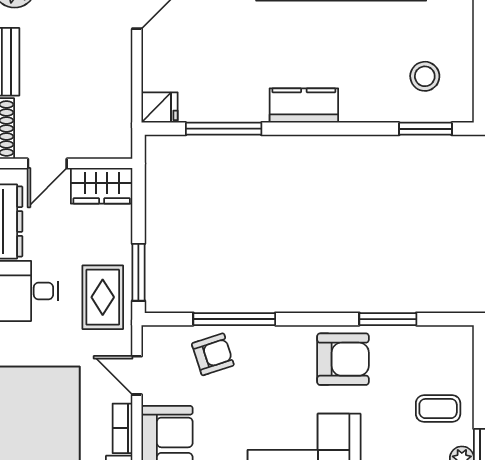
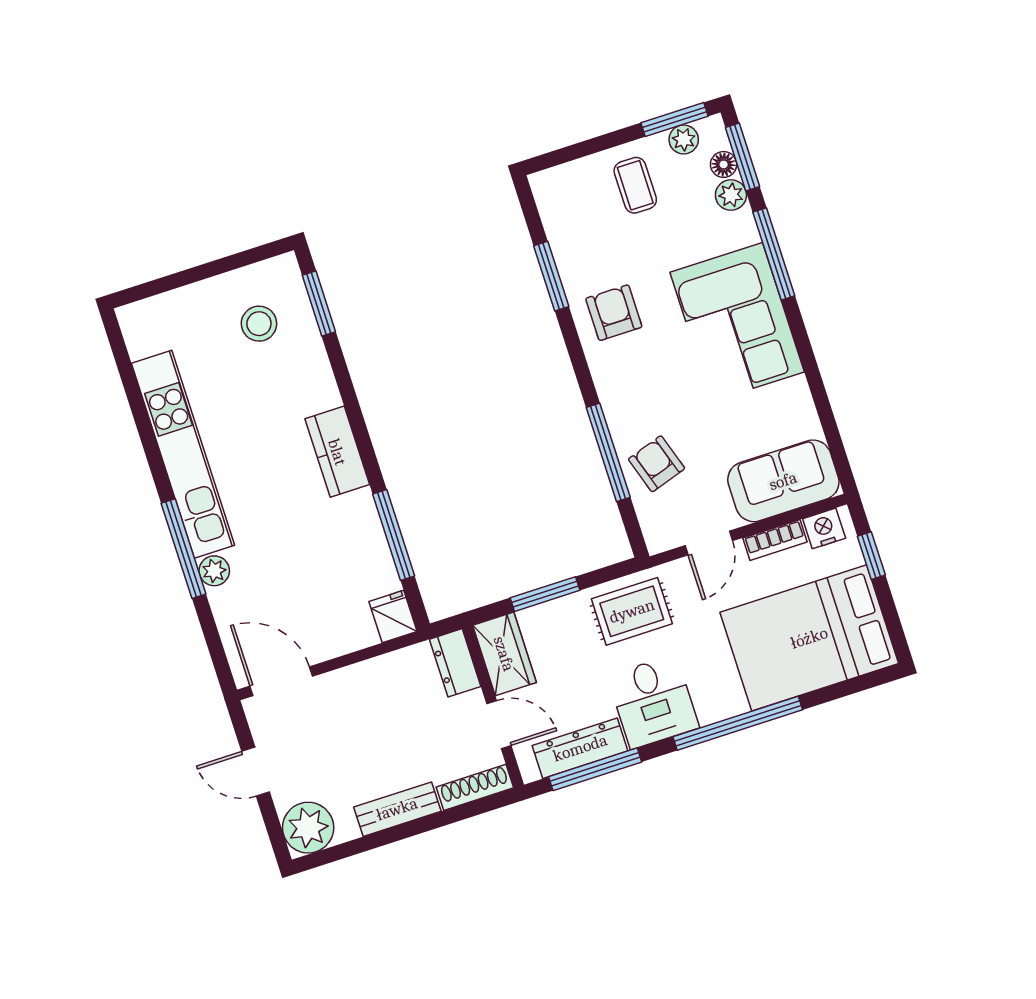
dresser: (107, 145) -> (455, 663), added
window: (138, 272) -> (545, 594), moved
armchair: (343, 359) -> (614, 313), width x0.72, depth x0.72

